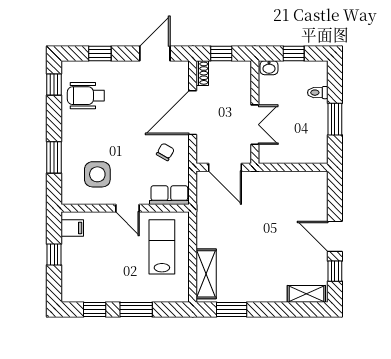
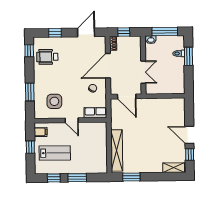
window: (294, 53) -> (165, 32), width x2.17
window: (335, 119) -> (188, 56), moved
lab bench: (162, 247) -> (55, 153), moved, turned 90
shelving: (206, 274) -> (117, 150), width x1.47

